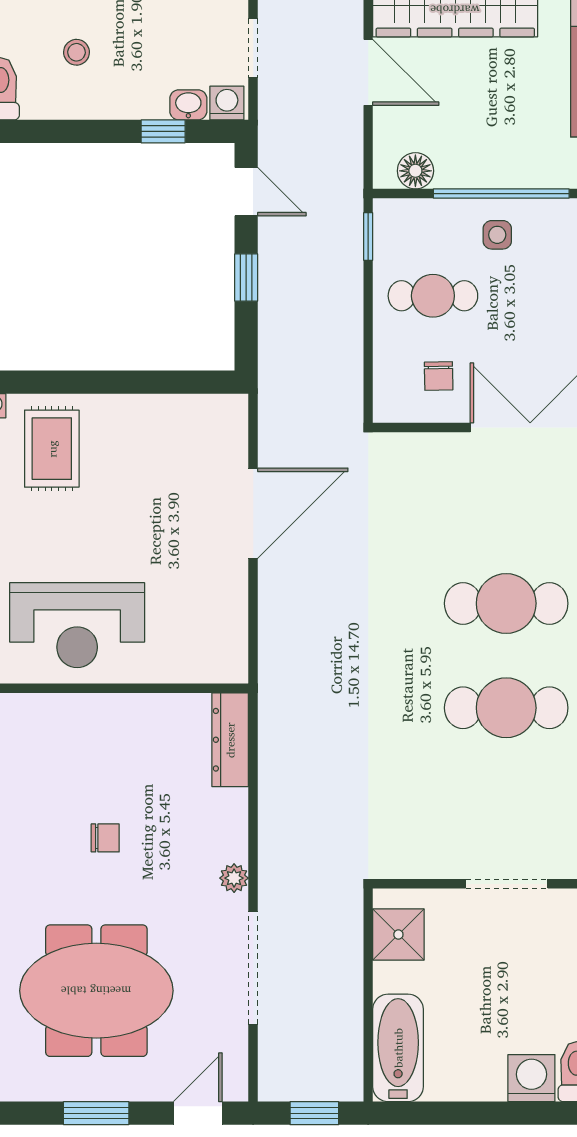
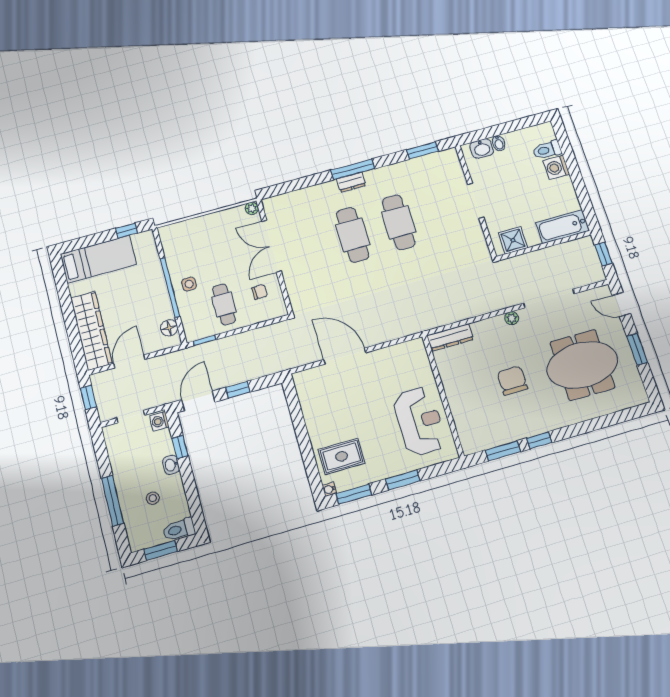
washbasin: (188, 105) -> (171, 465), moved
door: (246, 192) -> (198, 401), width x1.38
chair: (105, 838) -> (512, 381), width x1.87, depth x1.87
meeting table: (96, 991) -> (582, 365), turned 90

